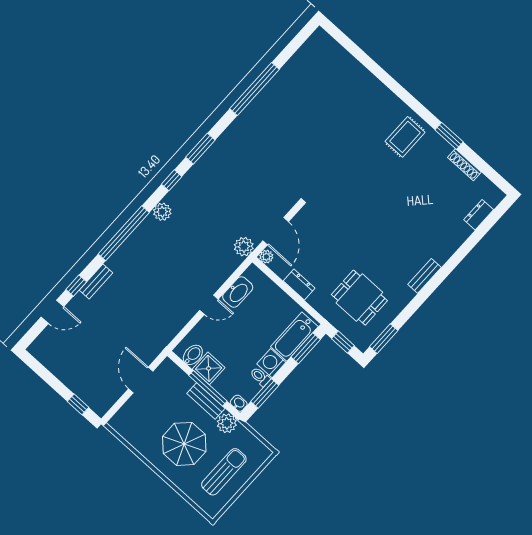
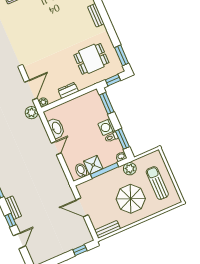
door: (276, 231) -> (31, 90), hinge flipped
bathtub: (294, 337) -> (97, 107), removed
bench: (206, 401) -> (108, 229), moved

